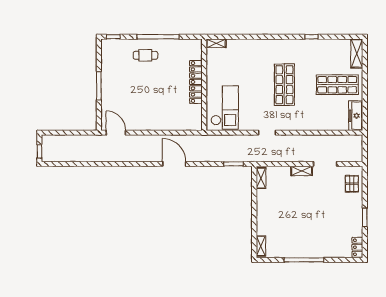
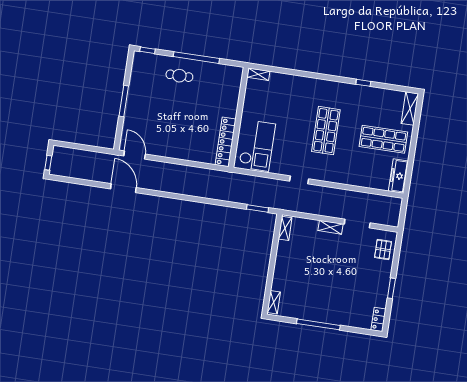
locker: (196, 82) -> (226, 142), moved
door: (174, 164) -> (123, 188), moved

